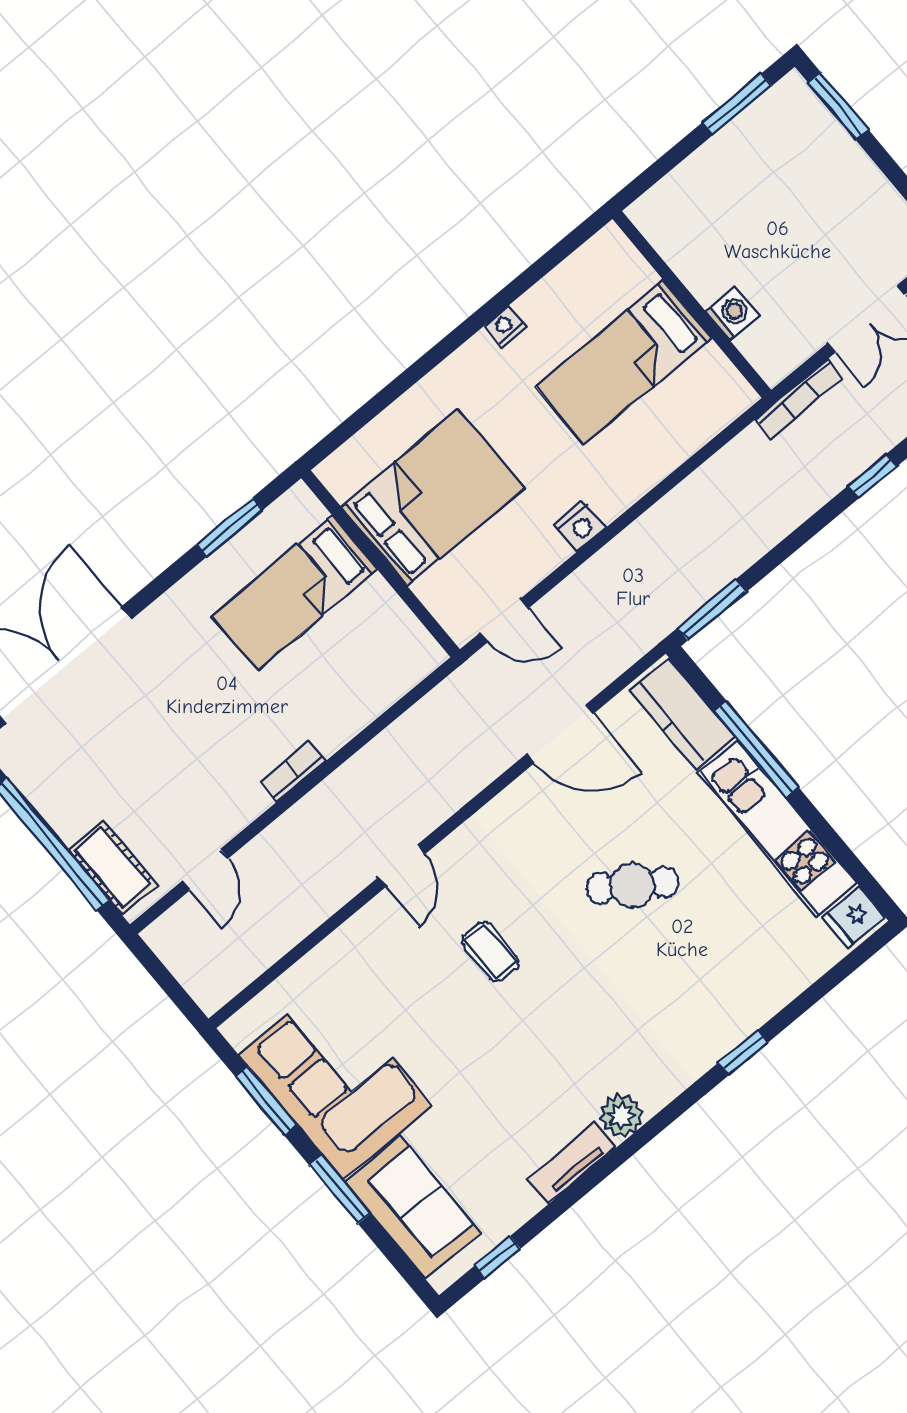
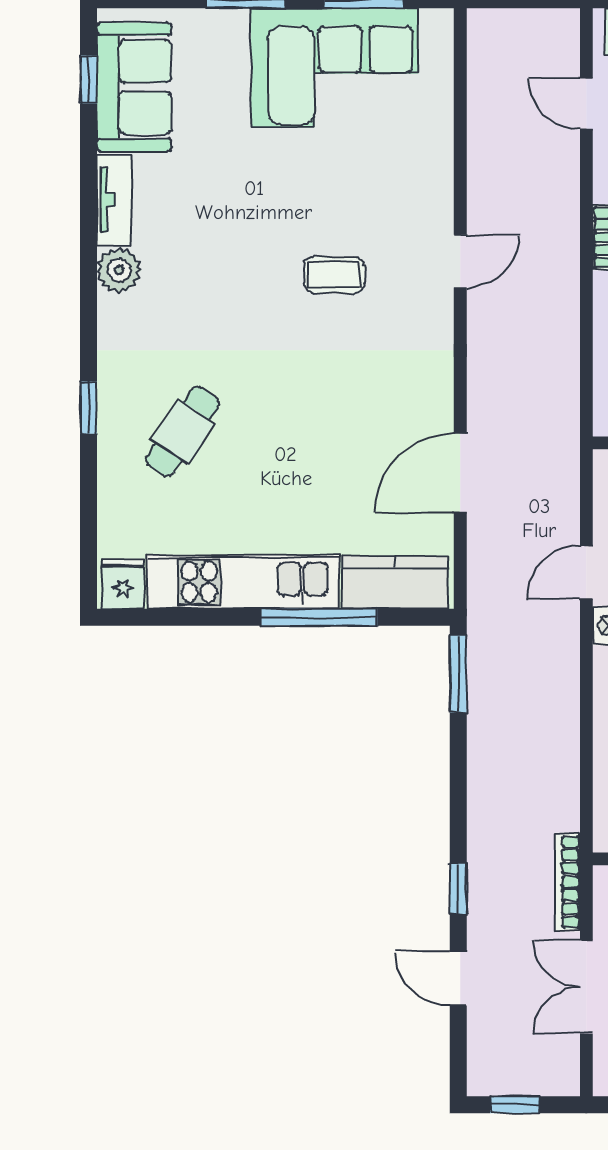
door: (504, 620) -> (586, 572), moved
door: (402, 866) -> (460, 261), swing flipped
cafe table: (632, 885) -> (183, 431), moved
sofa: (413, 1208) -> (134, 87), moved, turned -90

